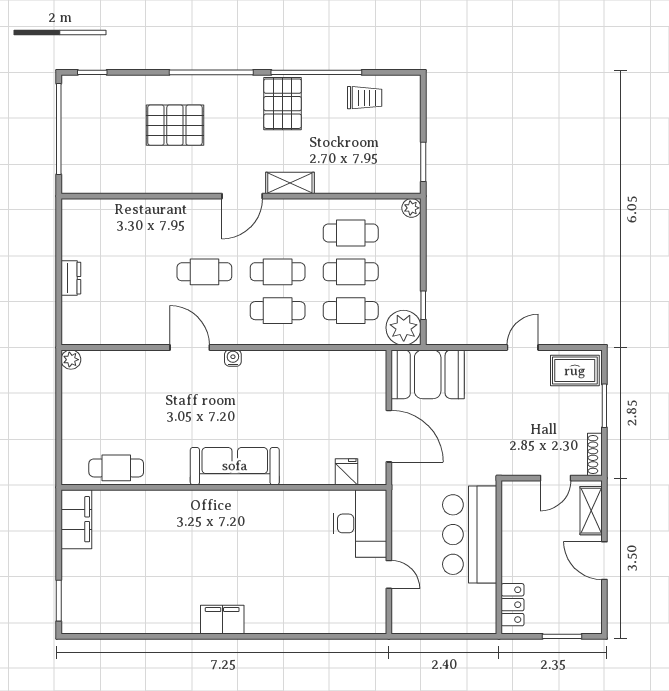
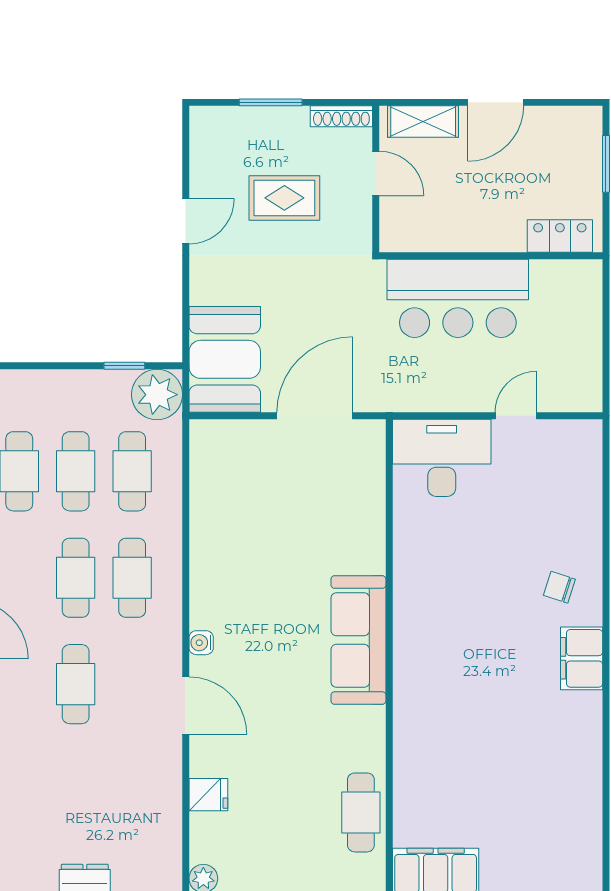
door: (190, 347) -> (186, 705), swing flipped
door: (523, 347) -> (186, 221), swing flipped
rug: (575, 371) -> (284, 198), moved, turned 90
fridge: (346, 472) -> (208, 795), moved, turned 180
chair: (271, 604) -> (559, 587), added

